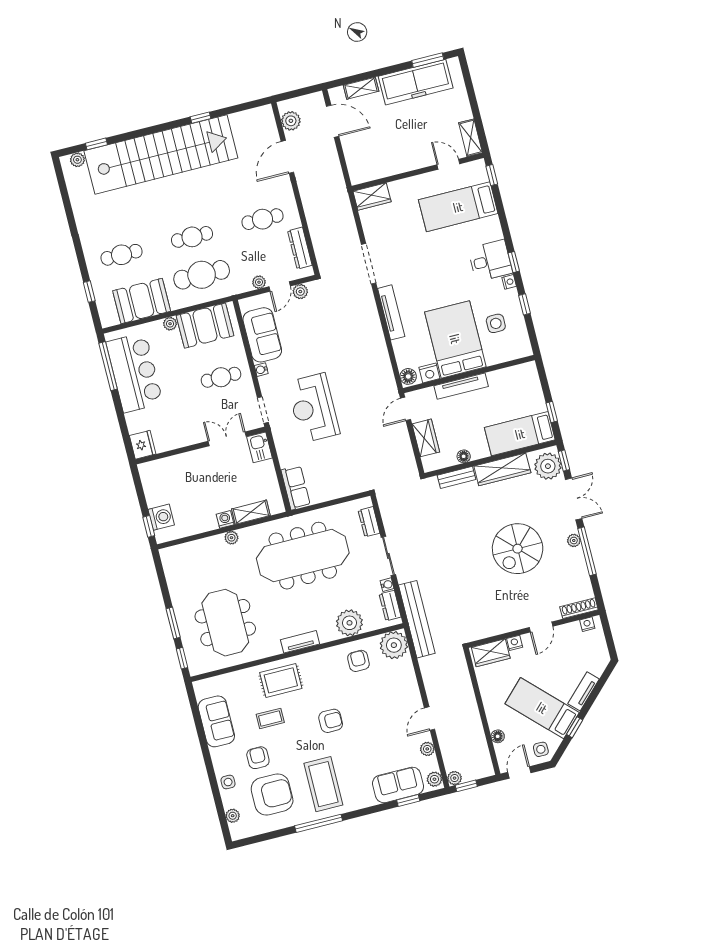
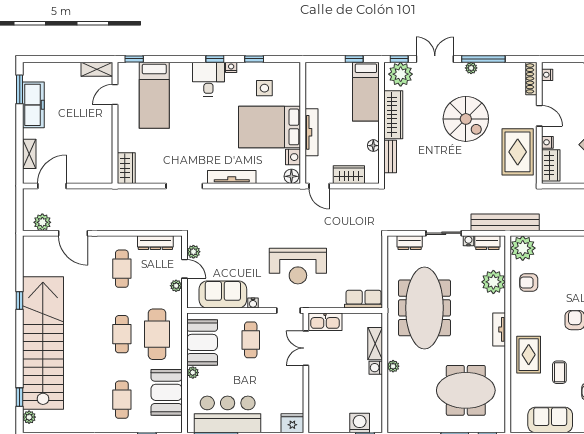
freezer: (416, 82) -> (33, 105), width x0.73, depth x0.79
kitchen sink: (260, 447) -> (325, 322), width x1.38
rug: (496, 613) -> (518, 152), added

